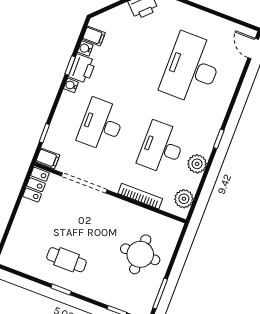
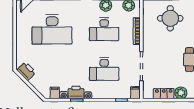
locker: (36, 185) -> (164, 94), moved
plant: (21, 227) -> (181, 93), added

